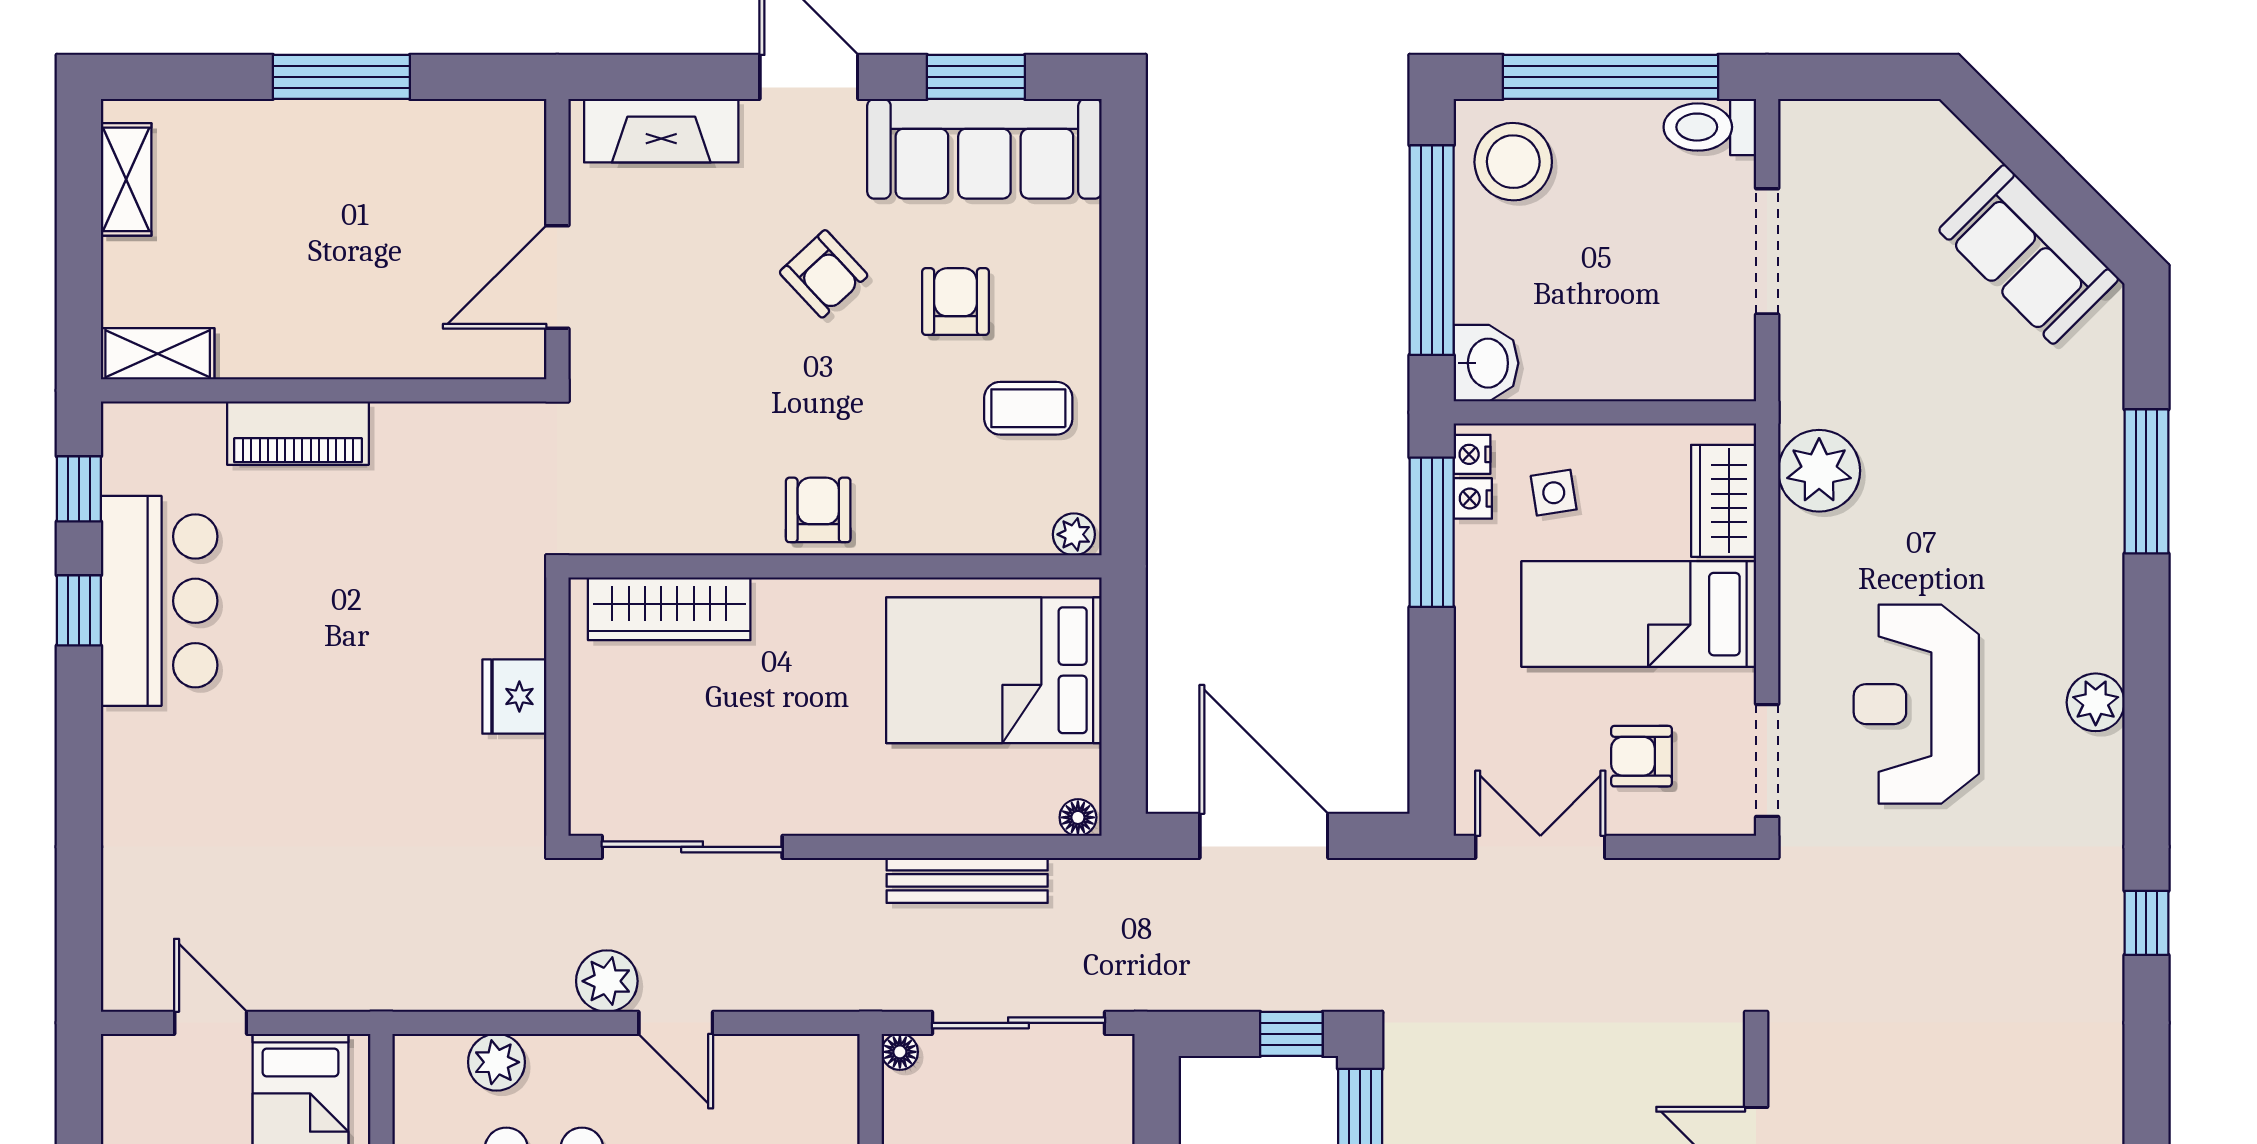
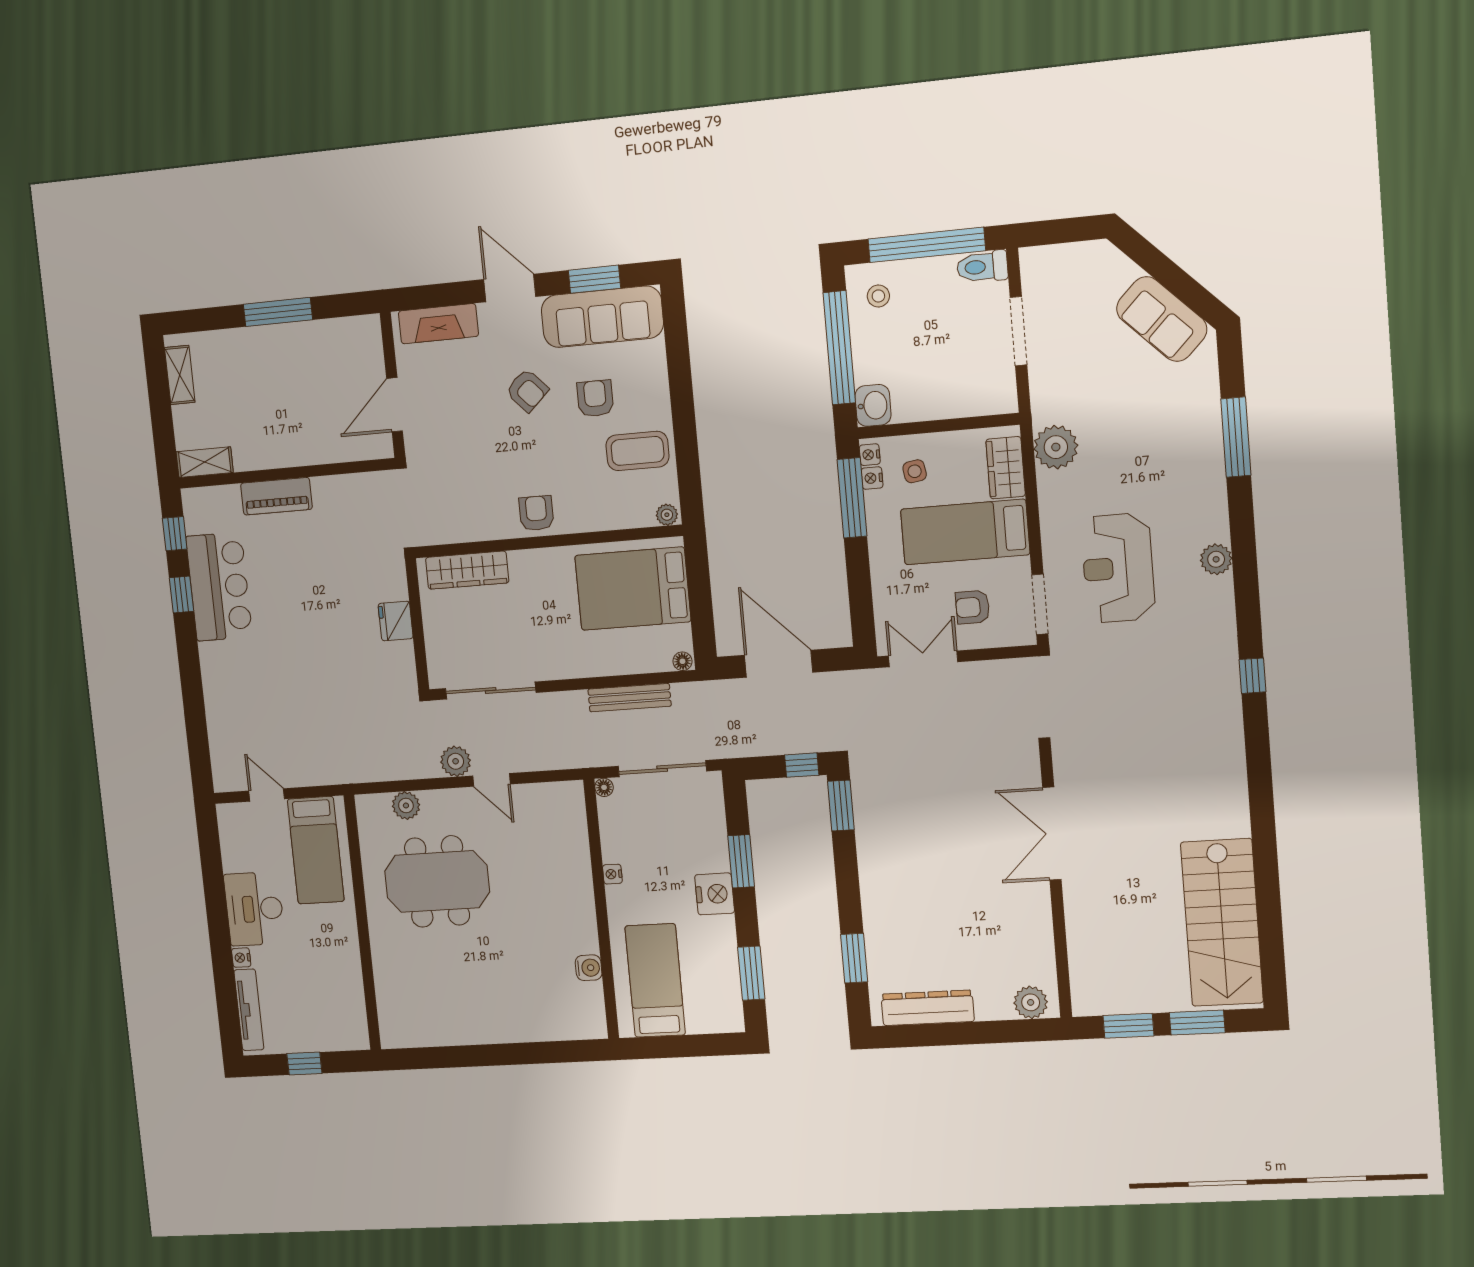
stool: (1513, 162) -> (878, 296), width x0.53, depth x0.53
coffee table: (1028, 408) -> (638, 451), width x1.36, depth x1.30

